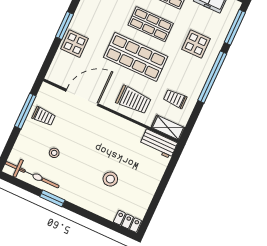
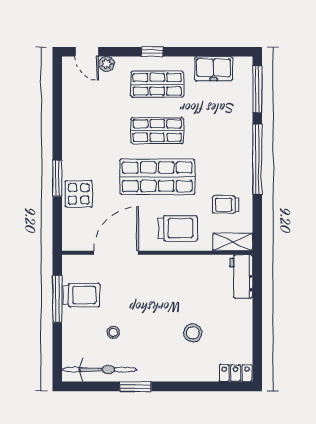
display table: (196, 44) -> (221, 129), removed
trolley: (44, 116) -> (82, 295), width x1.36, depth x1.39
workbench: (159, 144) -> (241, 276), moved, turned 90

